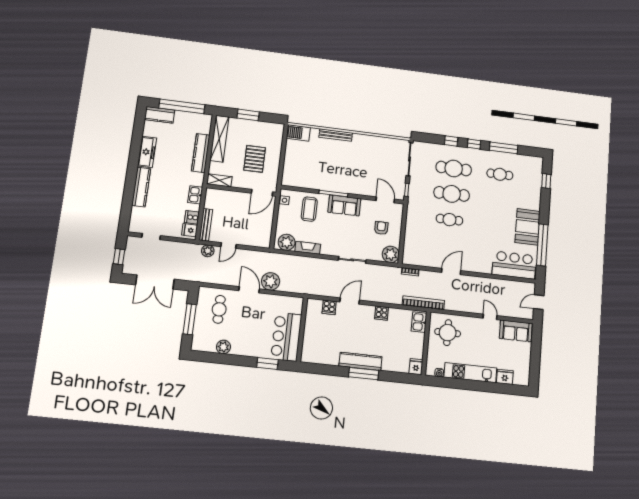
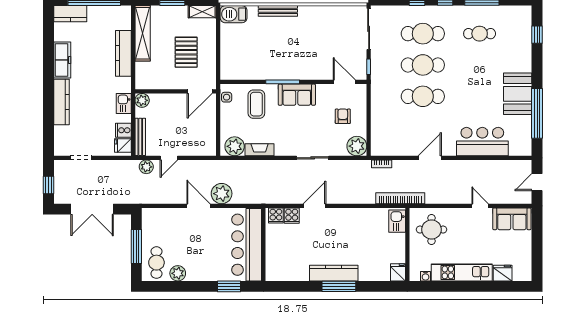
shelving: (219, 180) -> (202, 12), moved
plant: (212, 194) -> (142, 100), added
cafe table: (449, 220) -> (423, 96), width x1.37, depth x1.35
bar counter: (514, 265) -> (482, 142), moved
cafe table: (219, 309) -> (156, 263), moved
cooker: (381, 313) -> (276, 215), moved
bar counter: (286, 337) -> (247, 245), width x1.36

